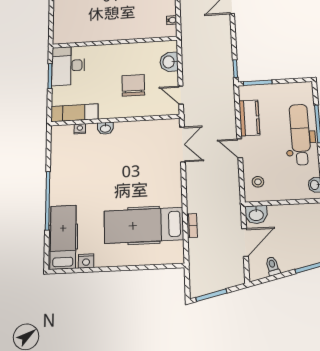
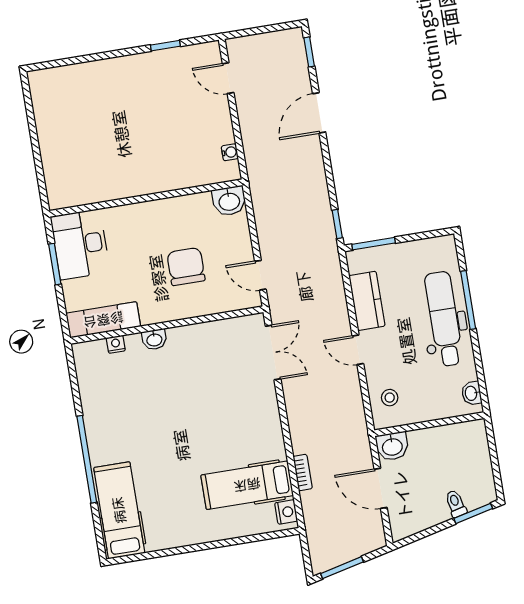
washbasin: (169, 62) -> (229, 201), moved, turned -90
hospital bed: (144, 225) -> (247, 485), width x0.73, depth x0.78
door: (245, 242) -> (381, 488), swing flipped
nightstand: (86, 261) -> (286, 512), moved, turned -90
toilet: (273, 266) -> (456, 504), moved

